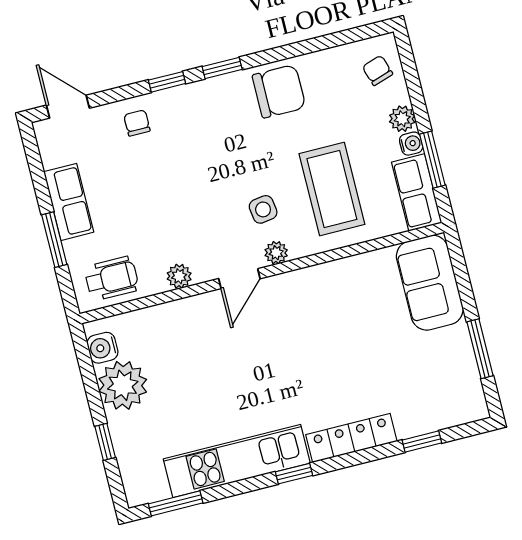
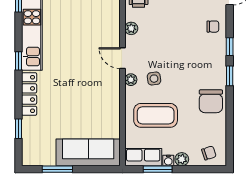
sofa: (430, 283) -> (88, 152), width x1.36

